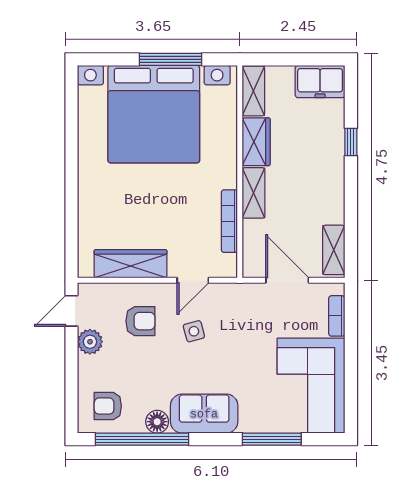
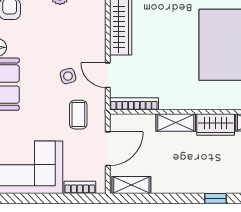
bookcase: (229, 221) -> (134, 104), moved
coffee table: (243, 318) -> (78, 115), added
armchair: (140, 321) -> (76, 34), removed

